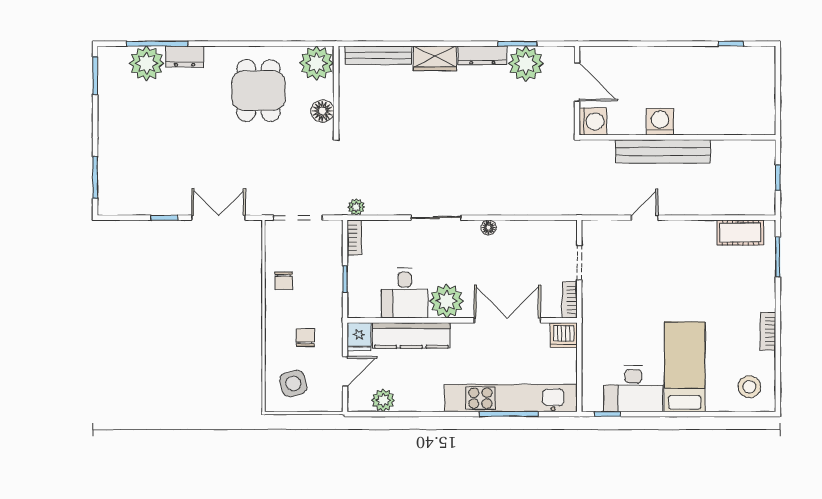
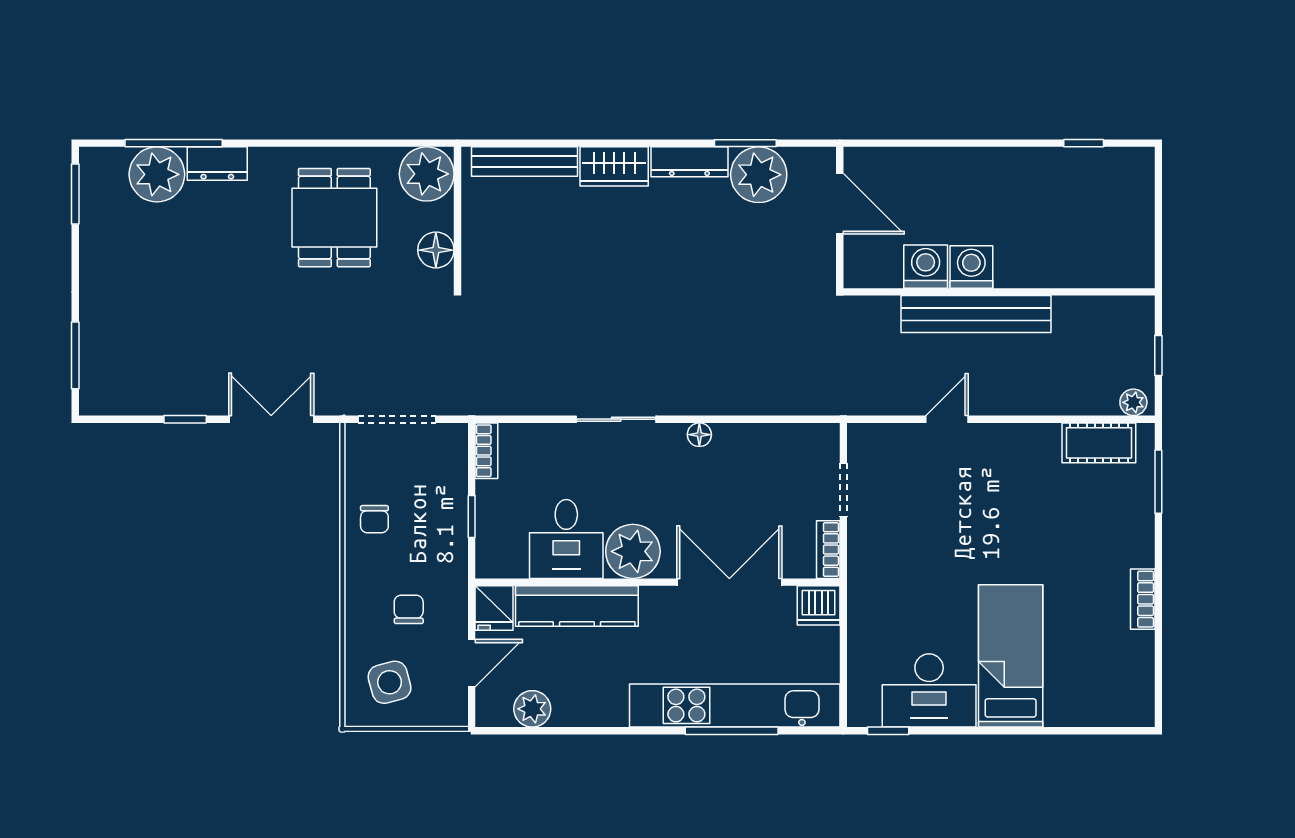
washing machine: (593, 122) -> (926, 267), moved, turned -90
plant: (356, 207) -> (1133, 402), moved
stool: (749, 387) -> (1113, 687), removed

